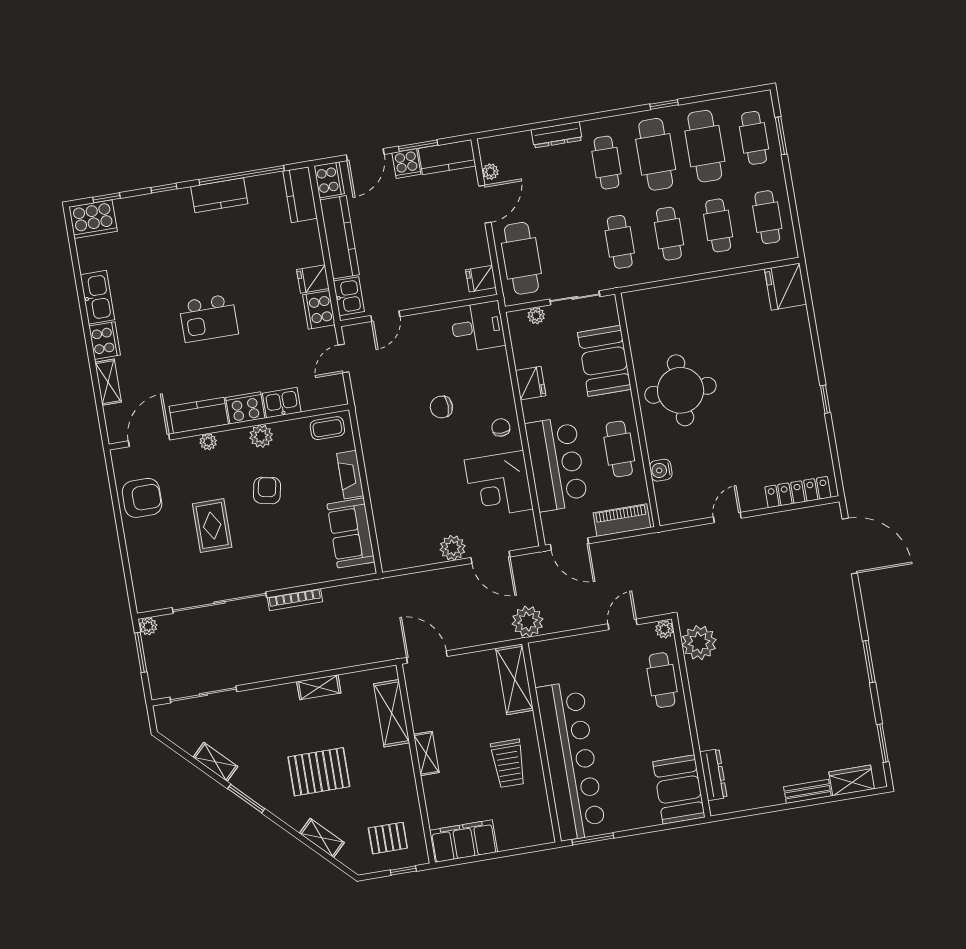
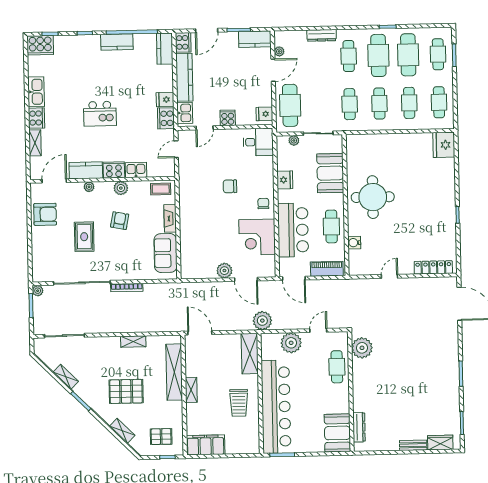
cooker: (406, 164) -> (228, 118), moved, turned 180
plant: (664, 629) -> (291, 343), moved, width x1.88, depth x1.88
shelving: (392, 713) -> (174, 372), width x1.47

